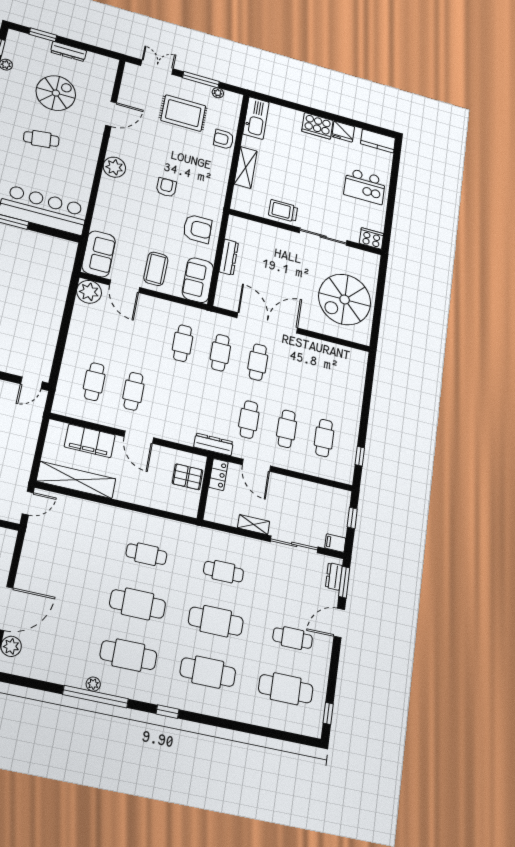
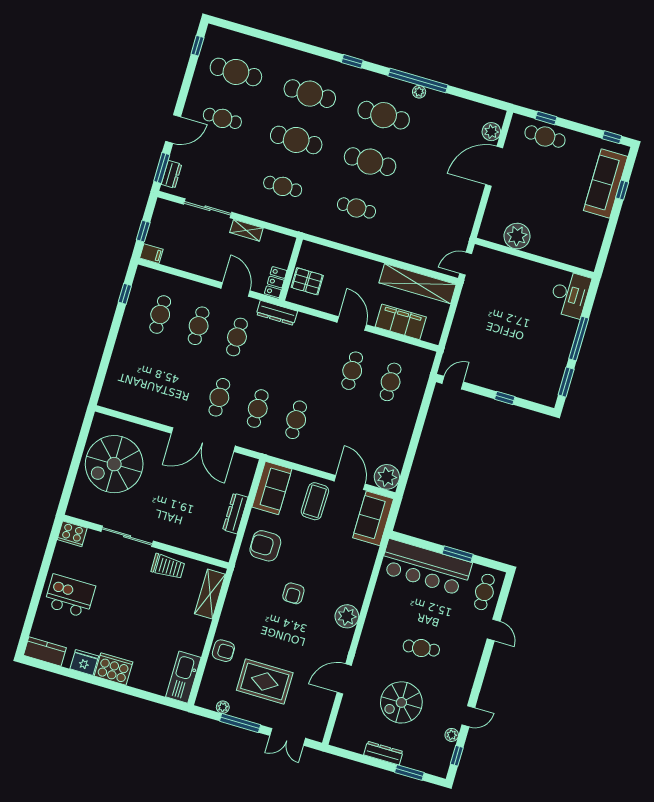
shelving: (246, 167) -> (210, 594), moved
spiral stairs: (345, 299) -> (114, 464), turned 180
filing cabinet: (335, 543) -> (151, 254), moved

